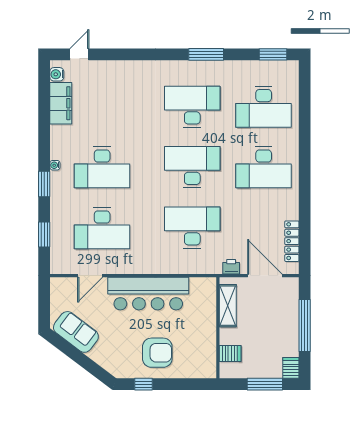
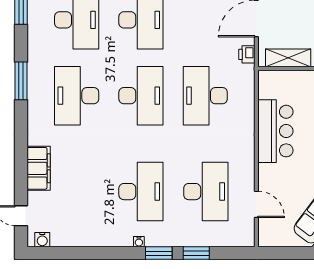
filing cabinet: (61, 103) -> (39, 168), moved, turned 90
desk: (192, 167) -> (141, 96), turned 180
window: (44, 234) -> (196, 253), moved
bar counter: (148, 294) -> (275, 131), width x0.73

